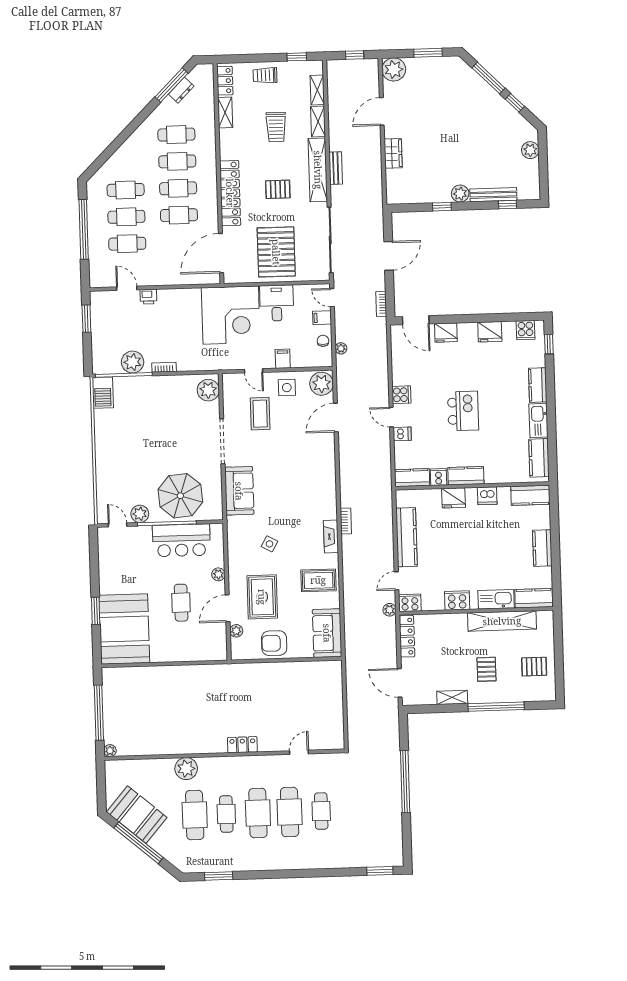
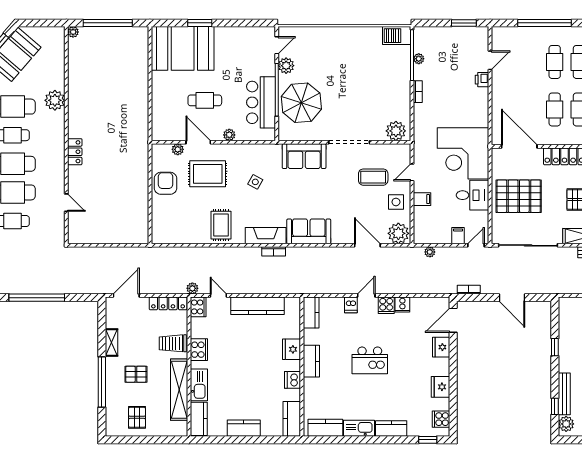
plant: (460, 194) -> (566, 424), moved
cafe table: (127, 244) -> (530, 62), removed
chair: (323, 341) -> (437, 236), removed
plant: (133, 362) -> (419, 59), width x0.53, depth x0.53
cooker: (439, 477) -> (402, 304), moved, turned 90
fireplace: (331, 537) -> (266, 236), width x1.37, depth x1.32
trolley: (451, 630) -> (173, 343), added
sofa: (327, 633) -> (309, 231), moved

